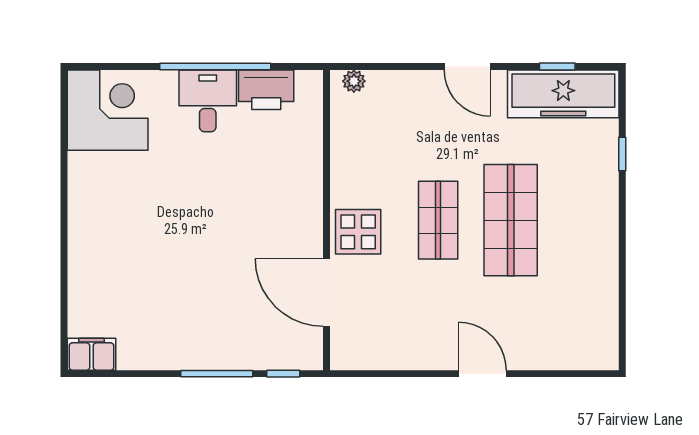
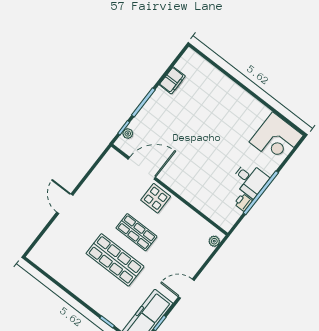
printer: (266, 90) -> (243, 202), width x0.53, depth x0.68
filing cabinet: (91, 354) -> (172, 80), moved
plant: (287, 360) -> (128, 134), added
door: (482, 374) -> (65, 204), swing flipped

